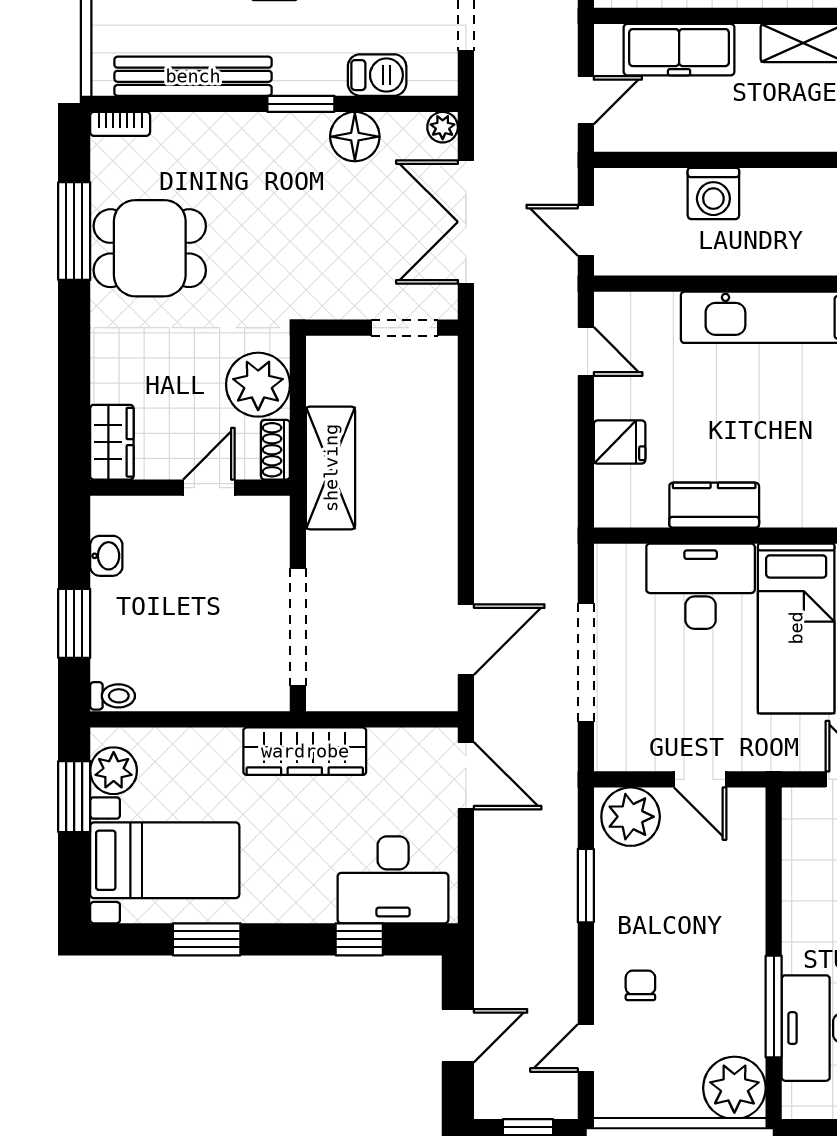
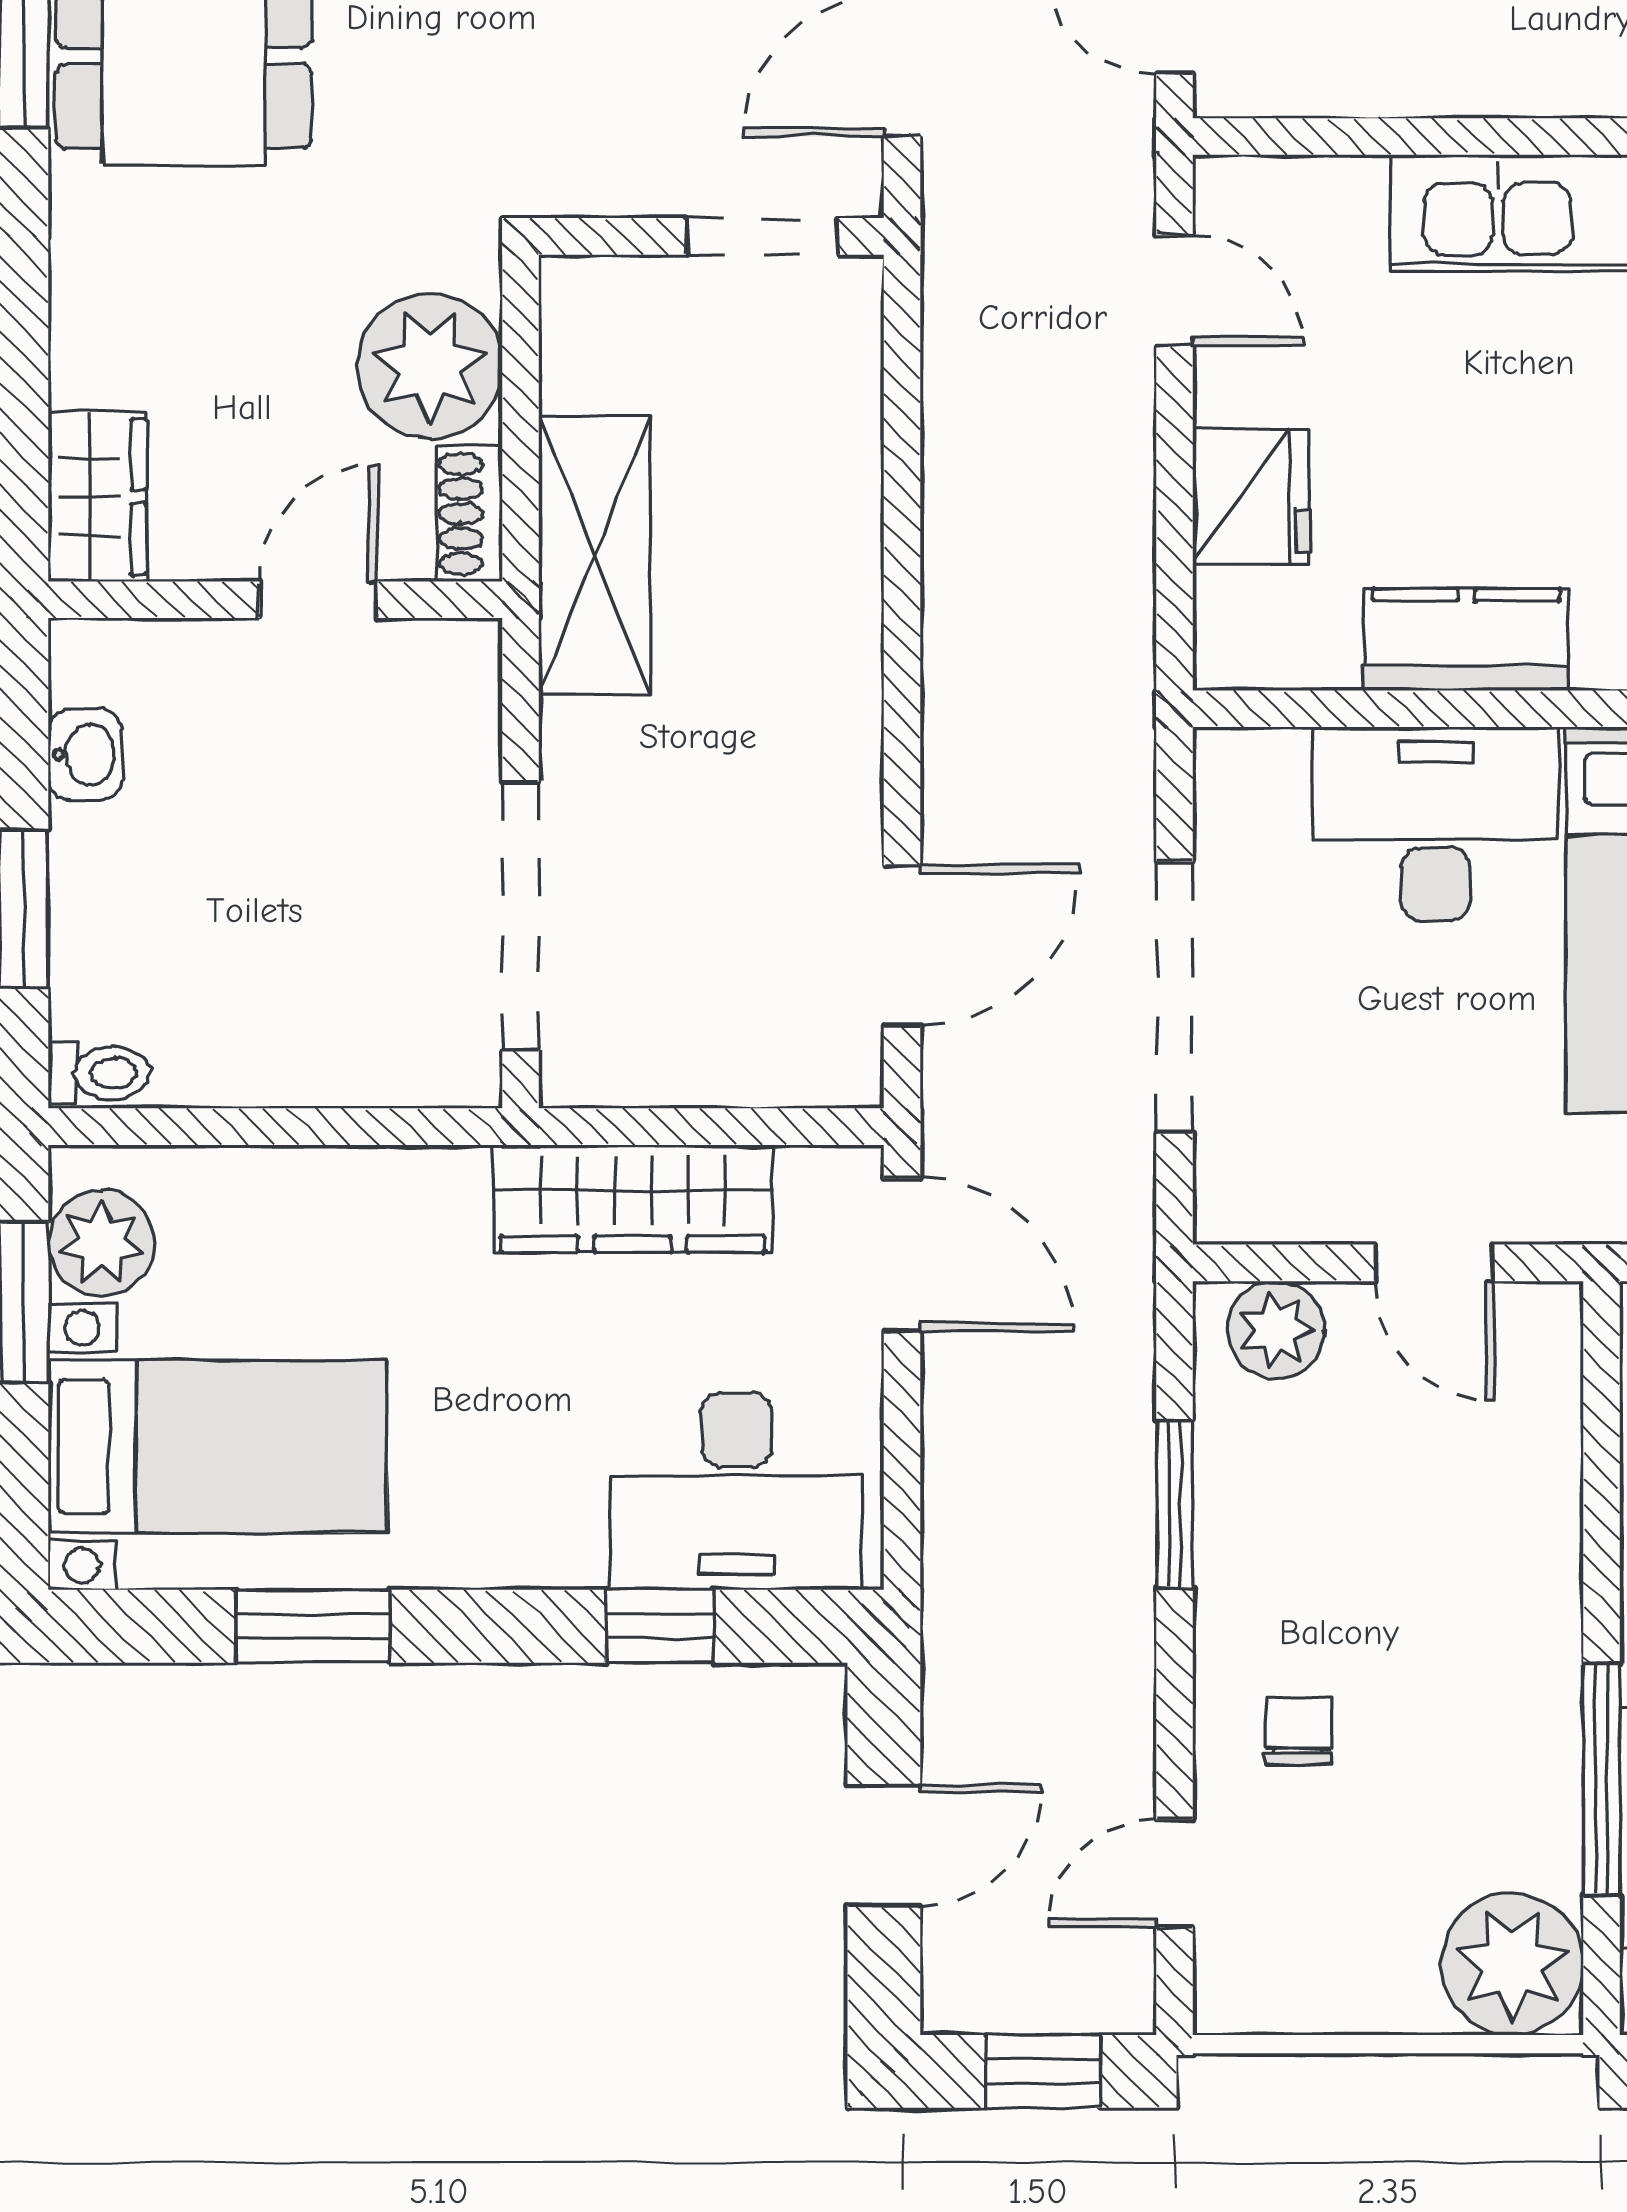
fridge: (620, 442) -> (1251, 496), width x1.38
wardrobe: (305, 751) -> (633, 1199), moved
plant: (631, 817) -> (1276, 1330), width x0.73, depth x0.73

